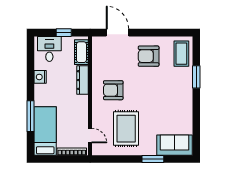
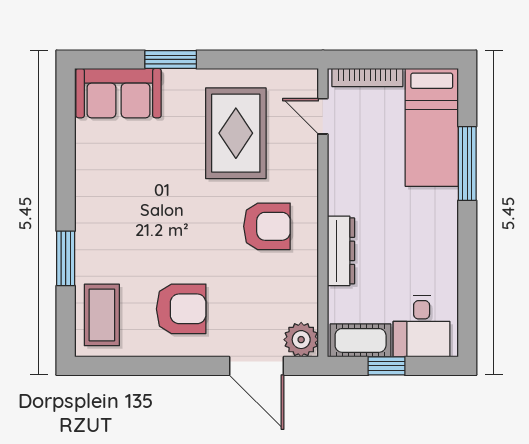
plant: (99, 43) -> (301, 340), added
cot: (81, 52) -> (361, 340), moved, turned 90
nightstand: (40, 77) -> (444, 258), removed

